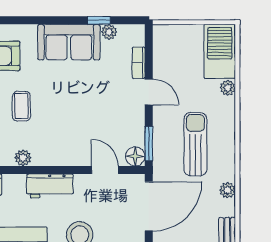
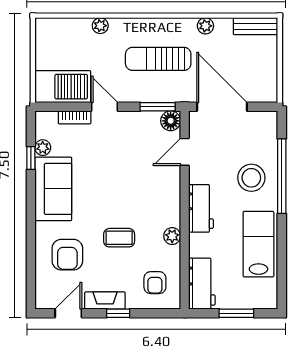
barbecue: (220, 51) -> (63, 87), moved, turned 180
door: (149, 92) -> (105, 107), hinge flipped

